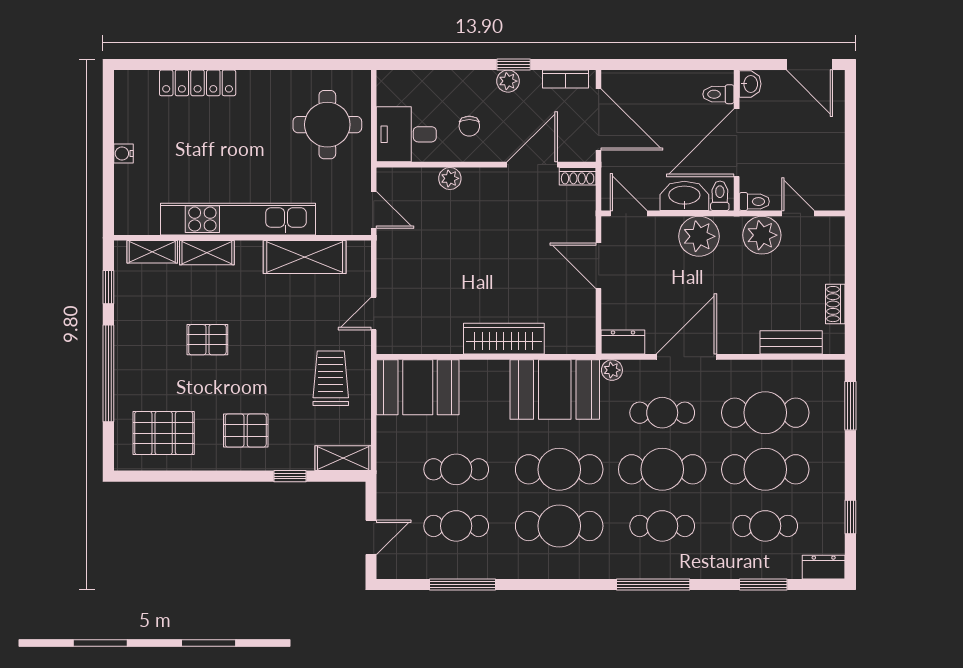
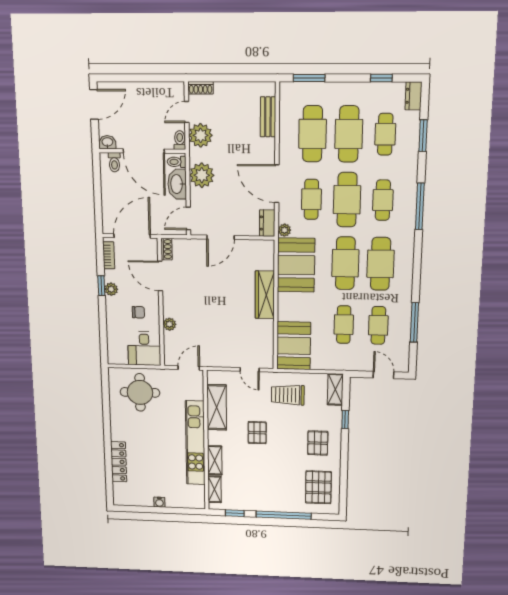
shoe rack: (835, 304) -> (201, 88), moved
pallet: (207, 340) -> (257, 433), moved

